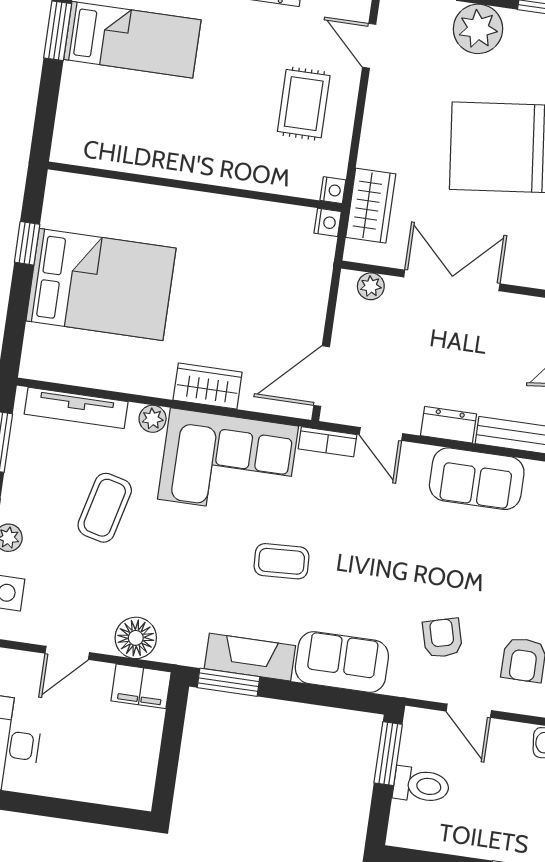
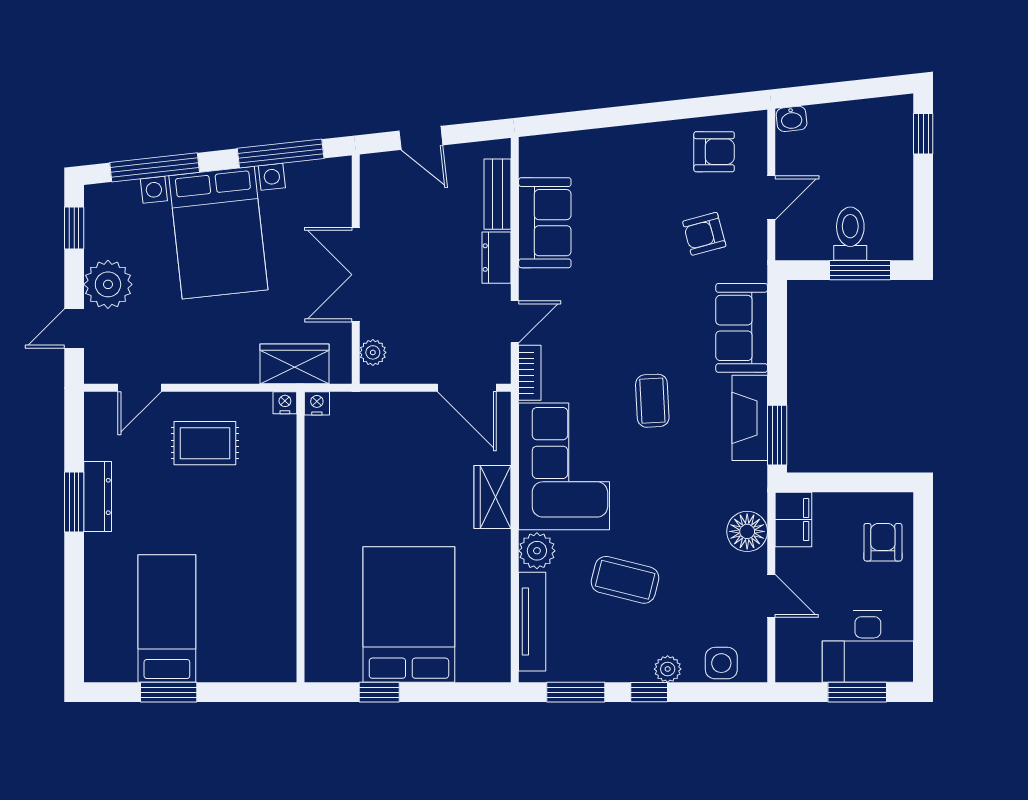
plant: (153, 419) -> (537, 551), width x1.38, depth x1.38
window: (388, 754) -> (860, 270), moved
armchair: (105, 773) -> (883, 542), added

